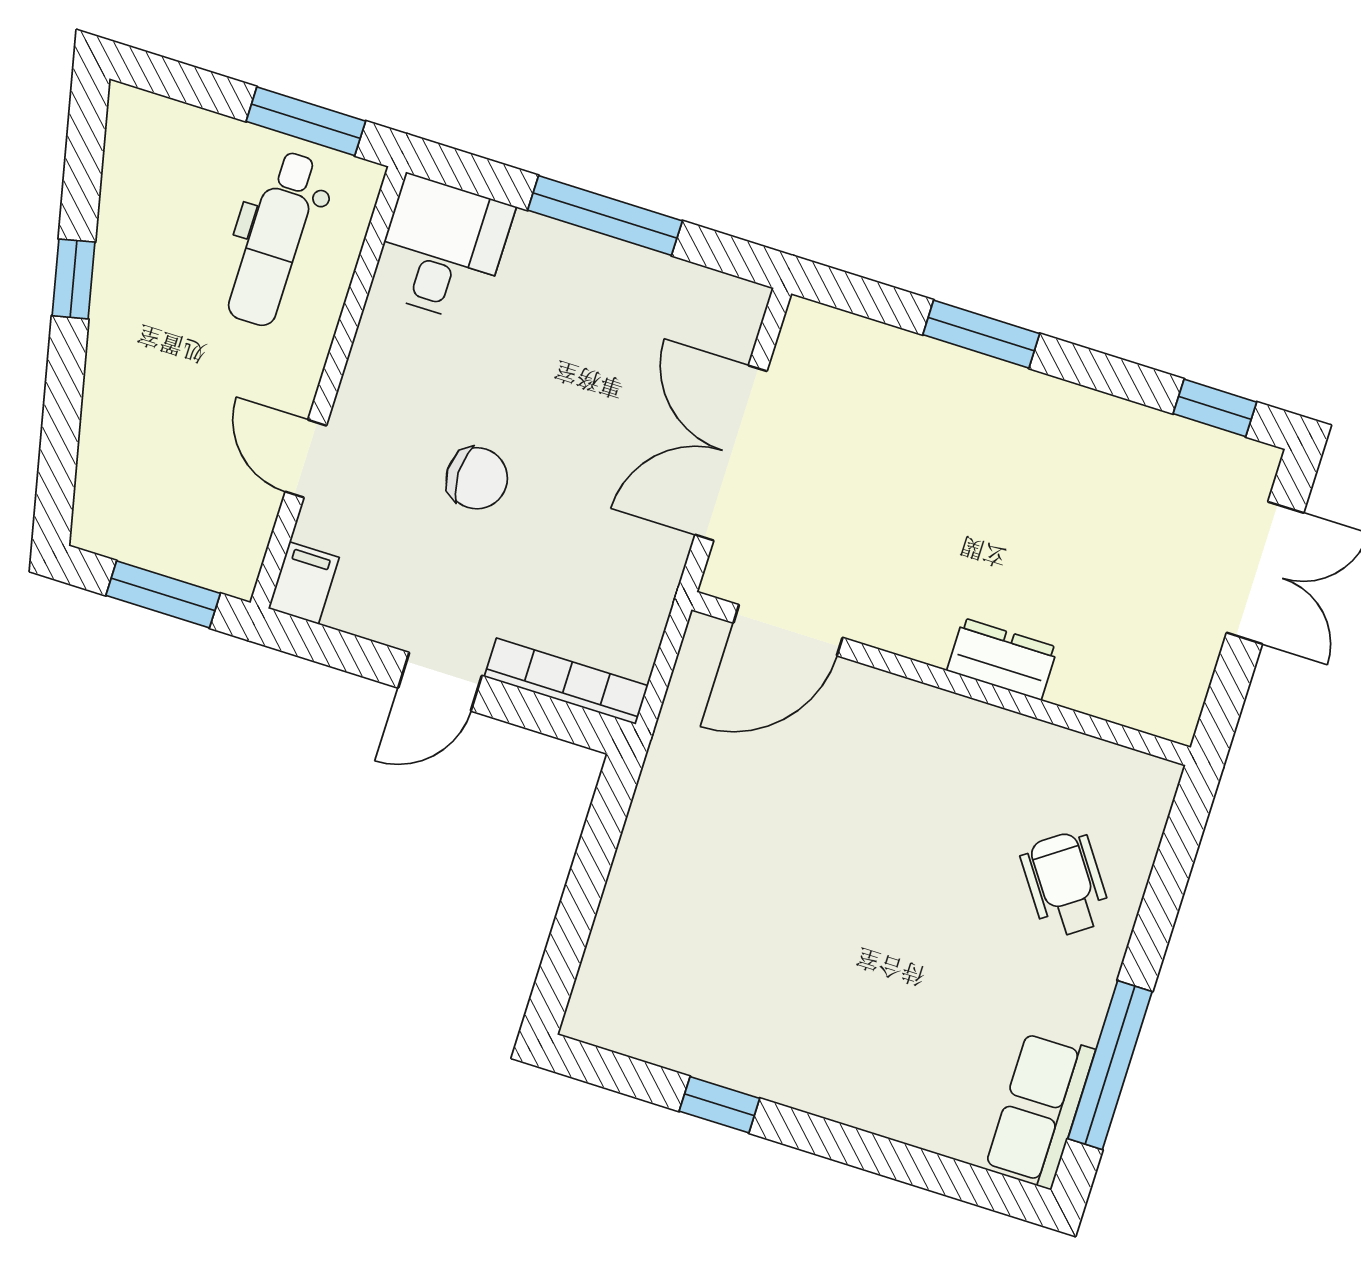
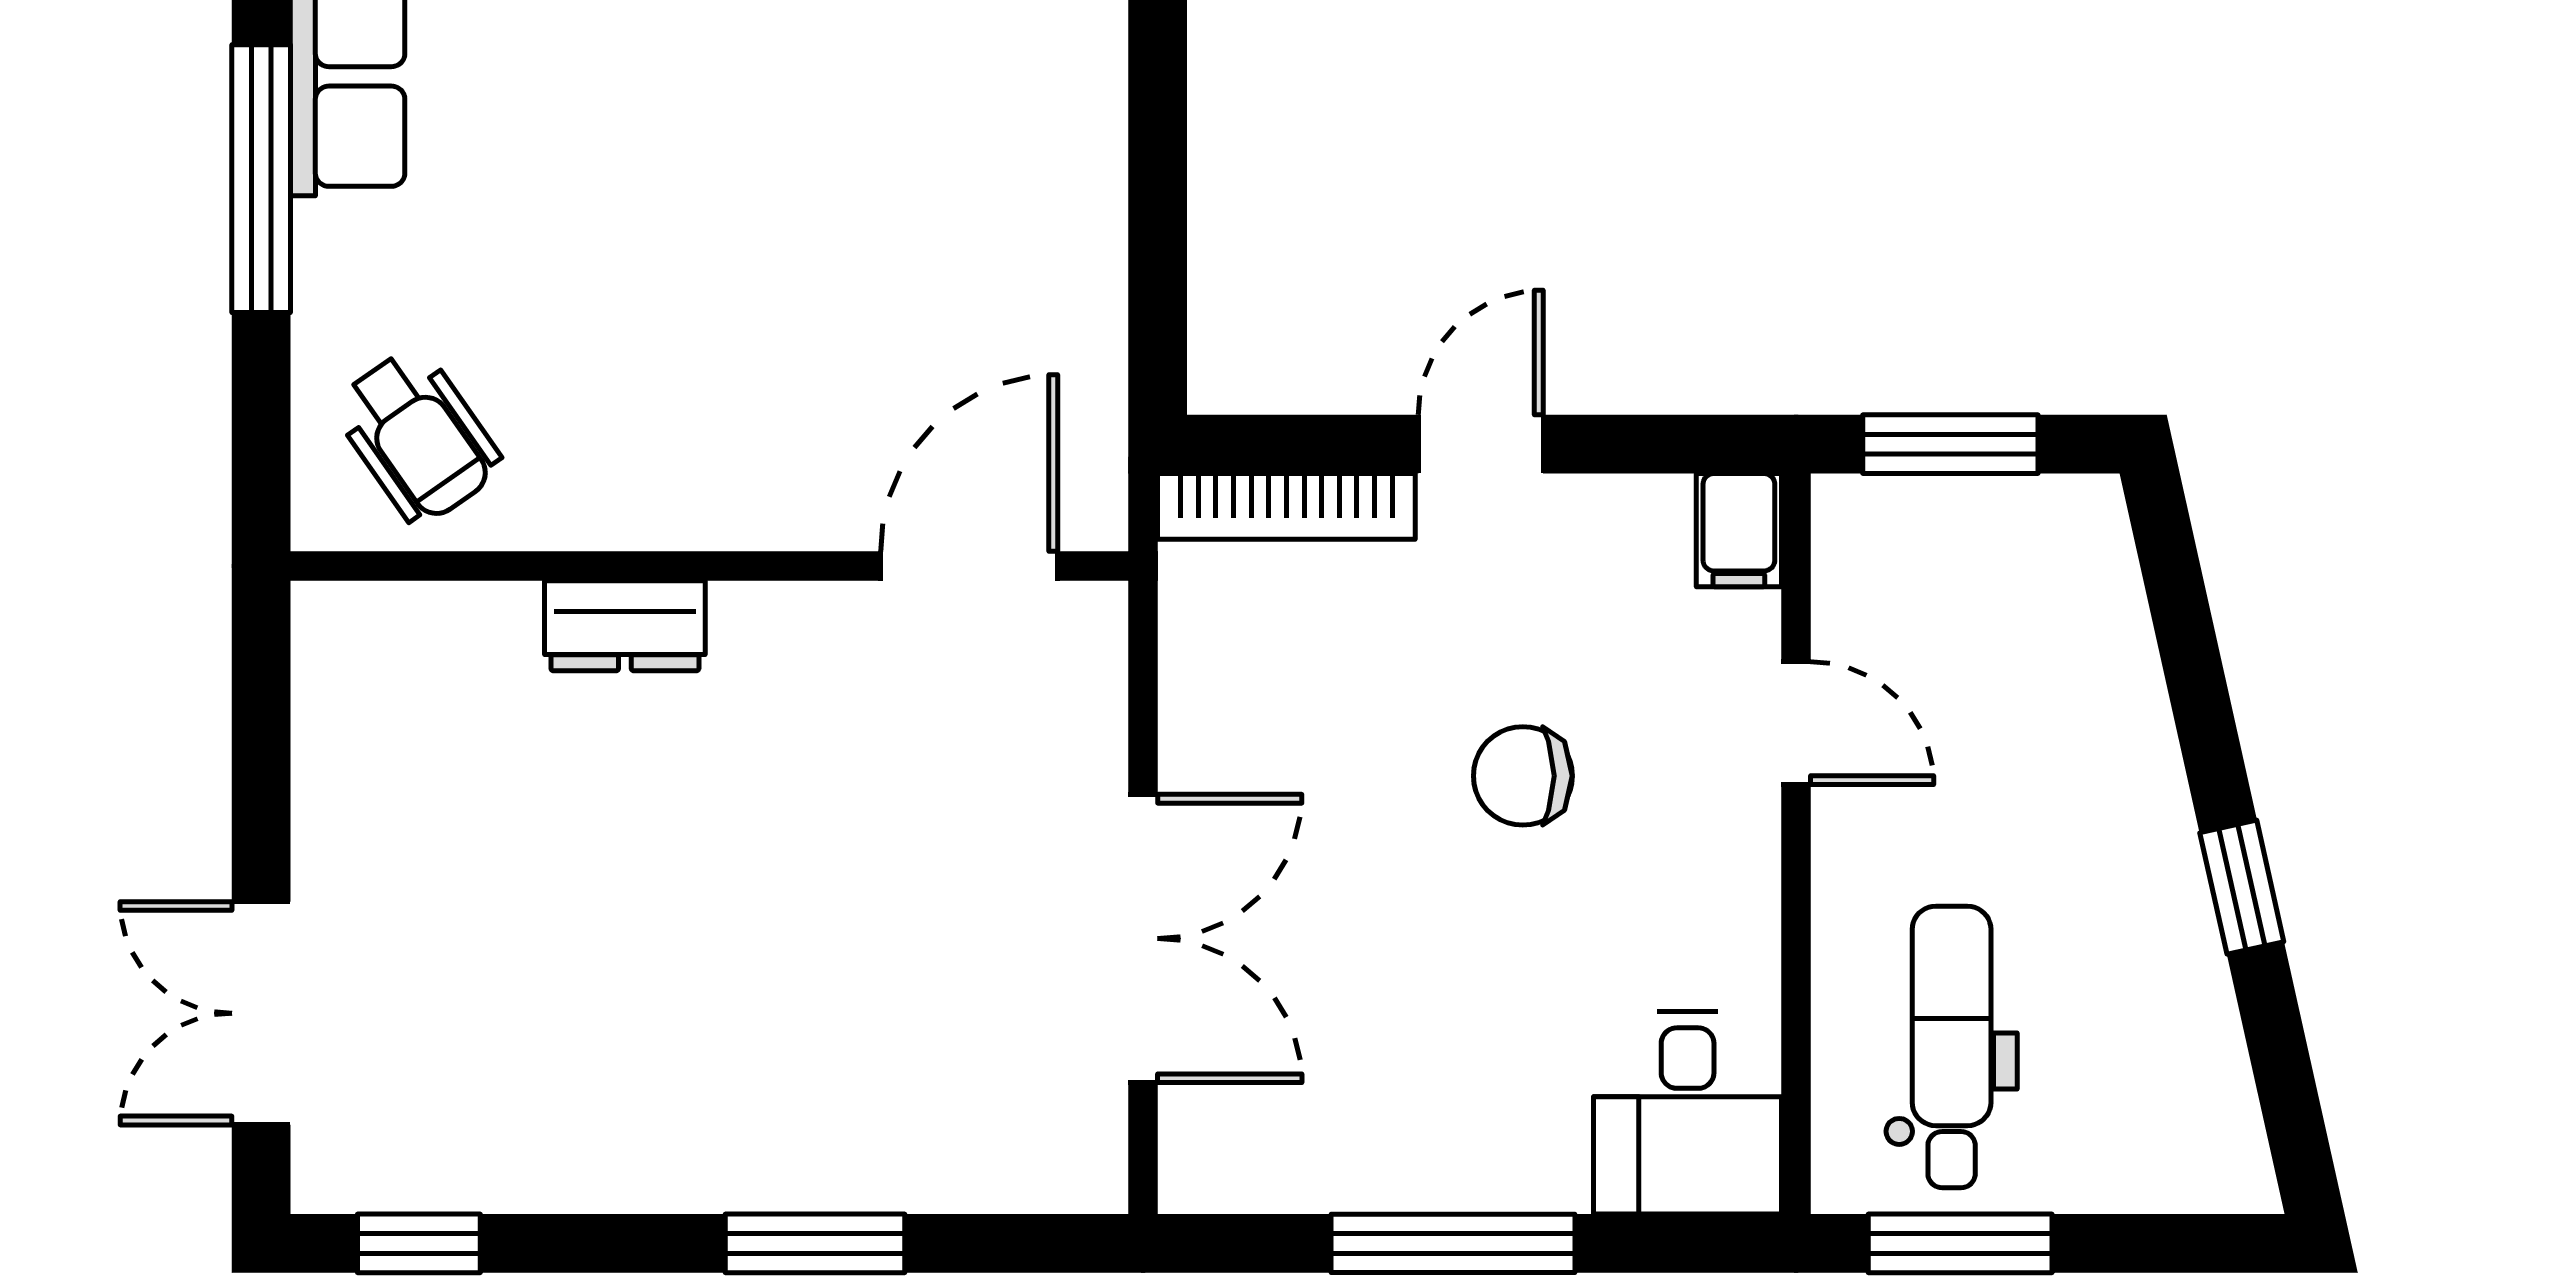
door: (788, 630) -> (969, 566), moved
dresser: (1002, 659) -> (625, 626), moved
wall: (941, 679) -> (709, 566), moved

